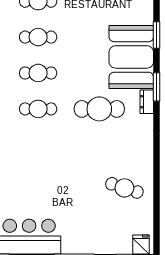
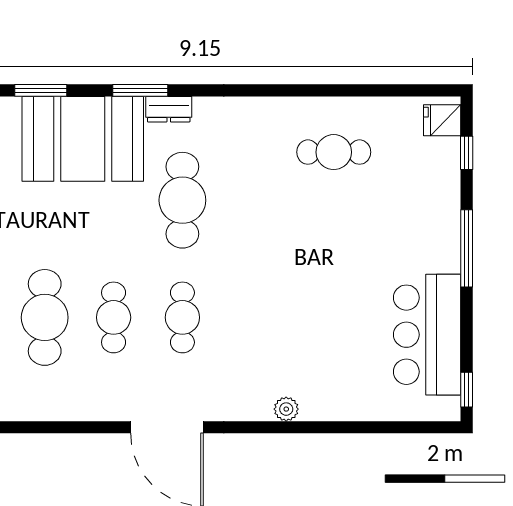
cafe table: (38, 37) -> (45, 317), width x1.37, depth x1.35
cafe table: (124, 188) -> (334, 152), turned 72

